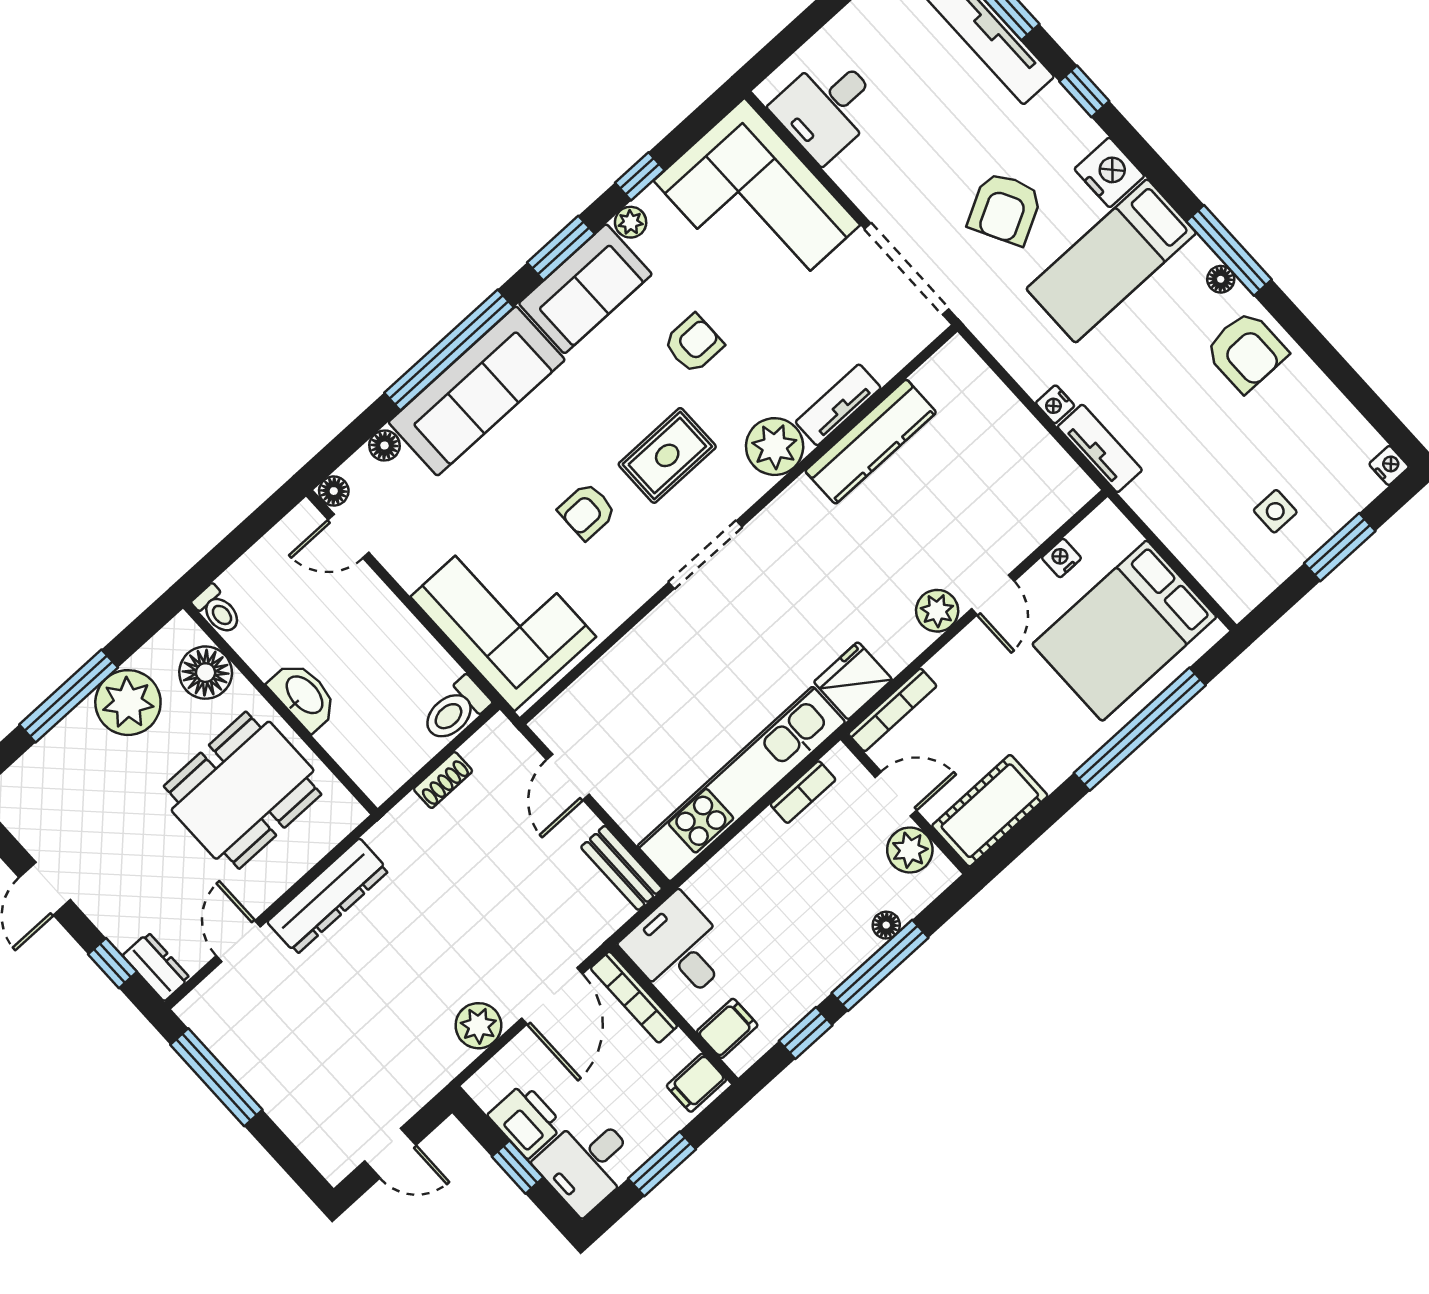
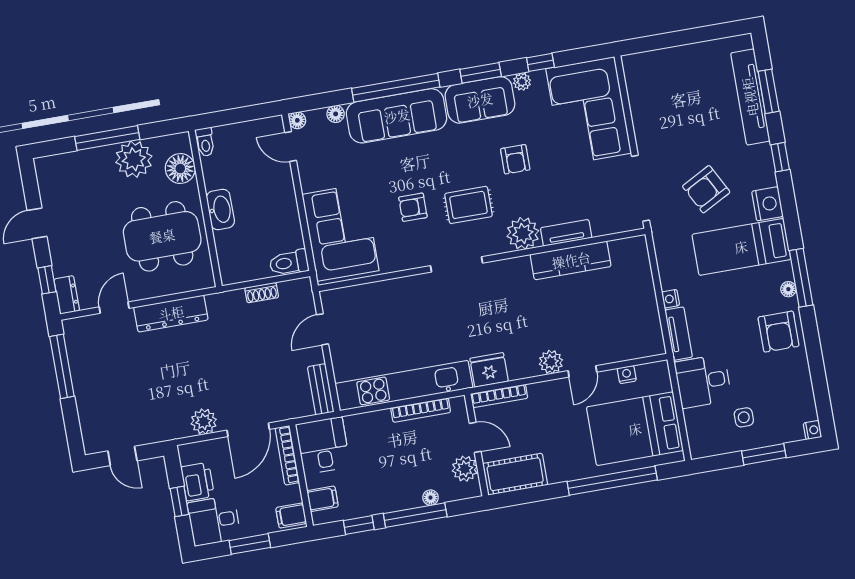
desk: (827, 107) -> (703, 381), moved
armchair: (693, 344) -> (515, 159), turned 90
bookcase: (803, 792) -> (421, 410), width x1.56

